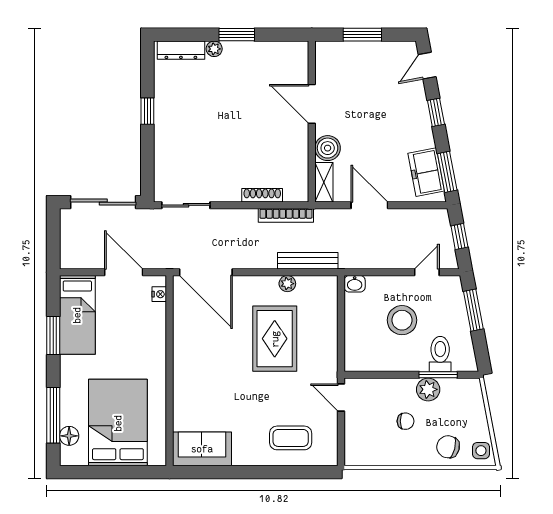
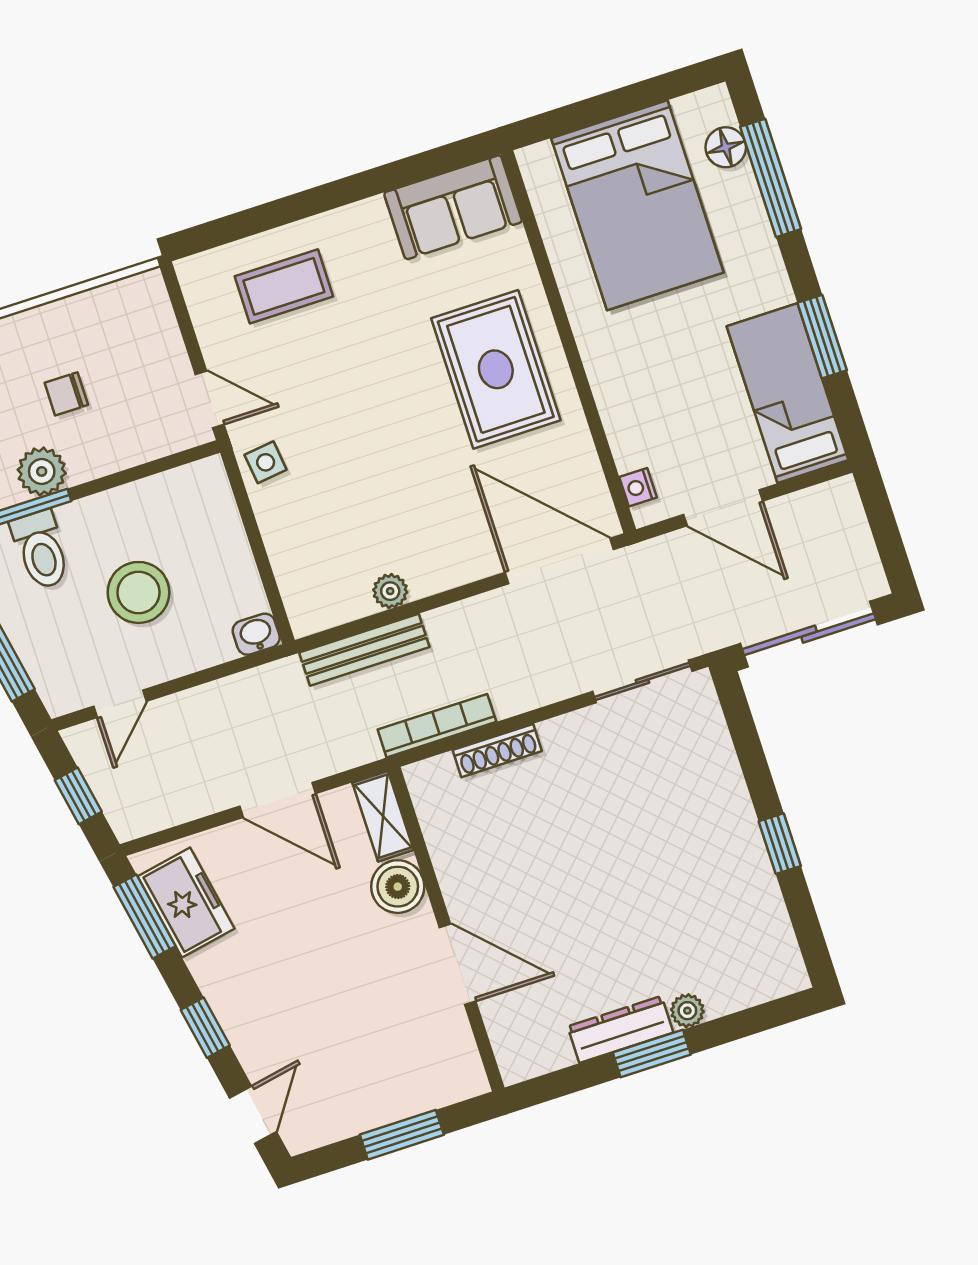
dresser: (181, 50) -> (620, 1029), moved
rug: (275, 339) -> (496, 369), moved
side table: (325, 361) -> (266, 462), added

